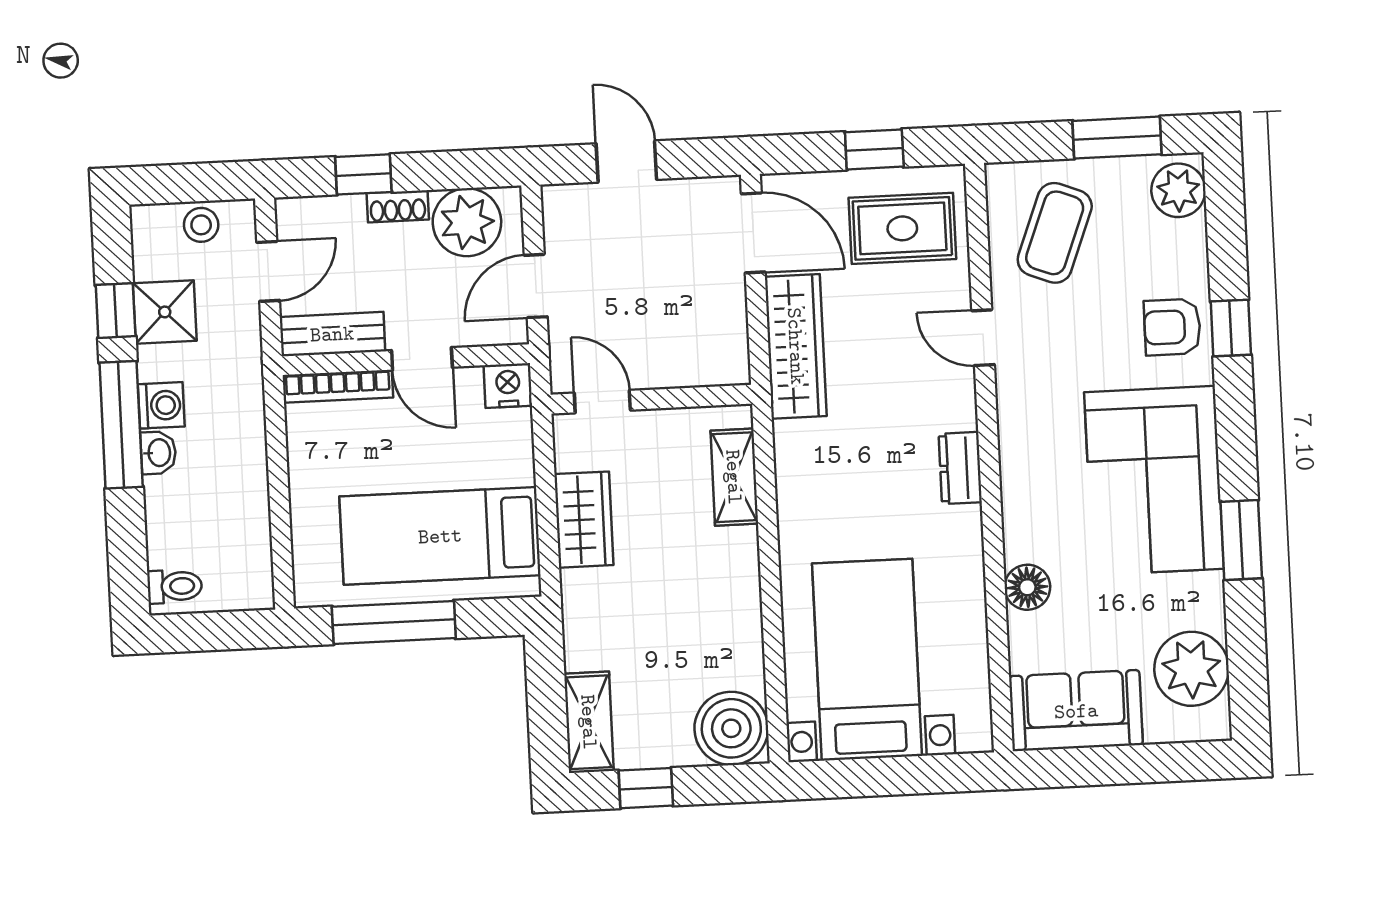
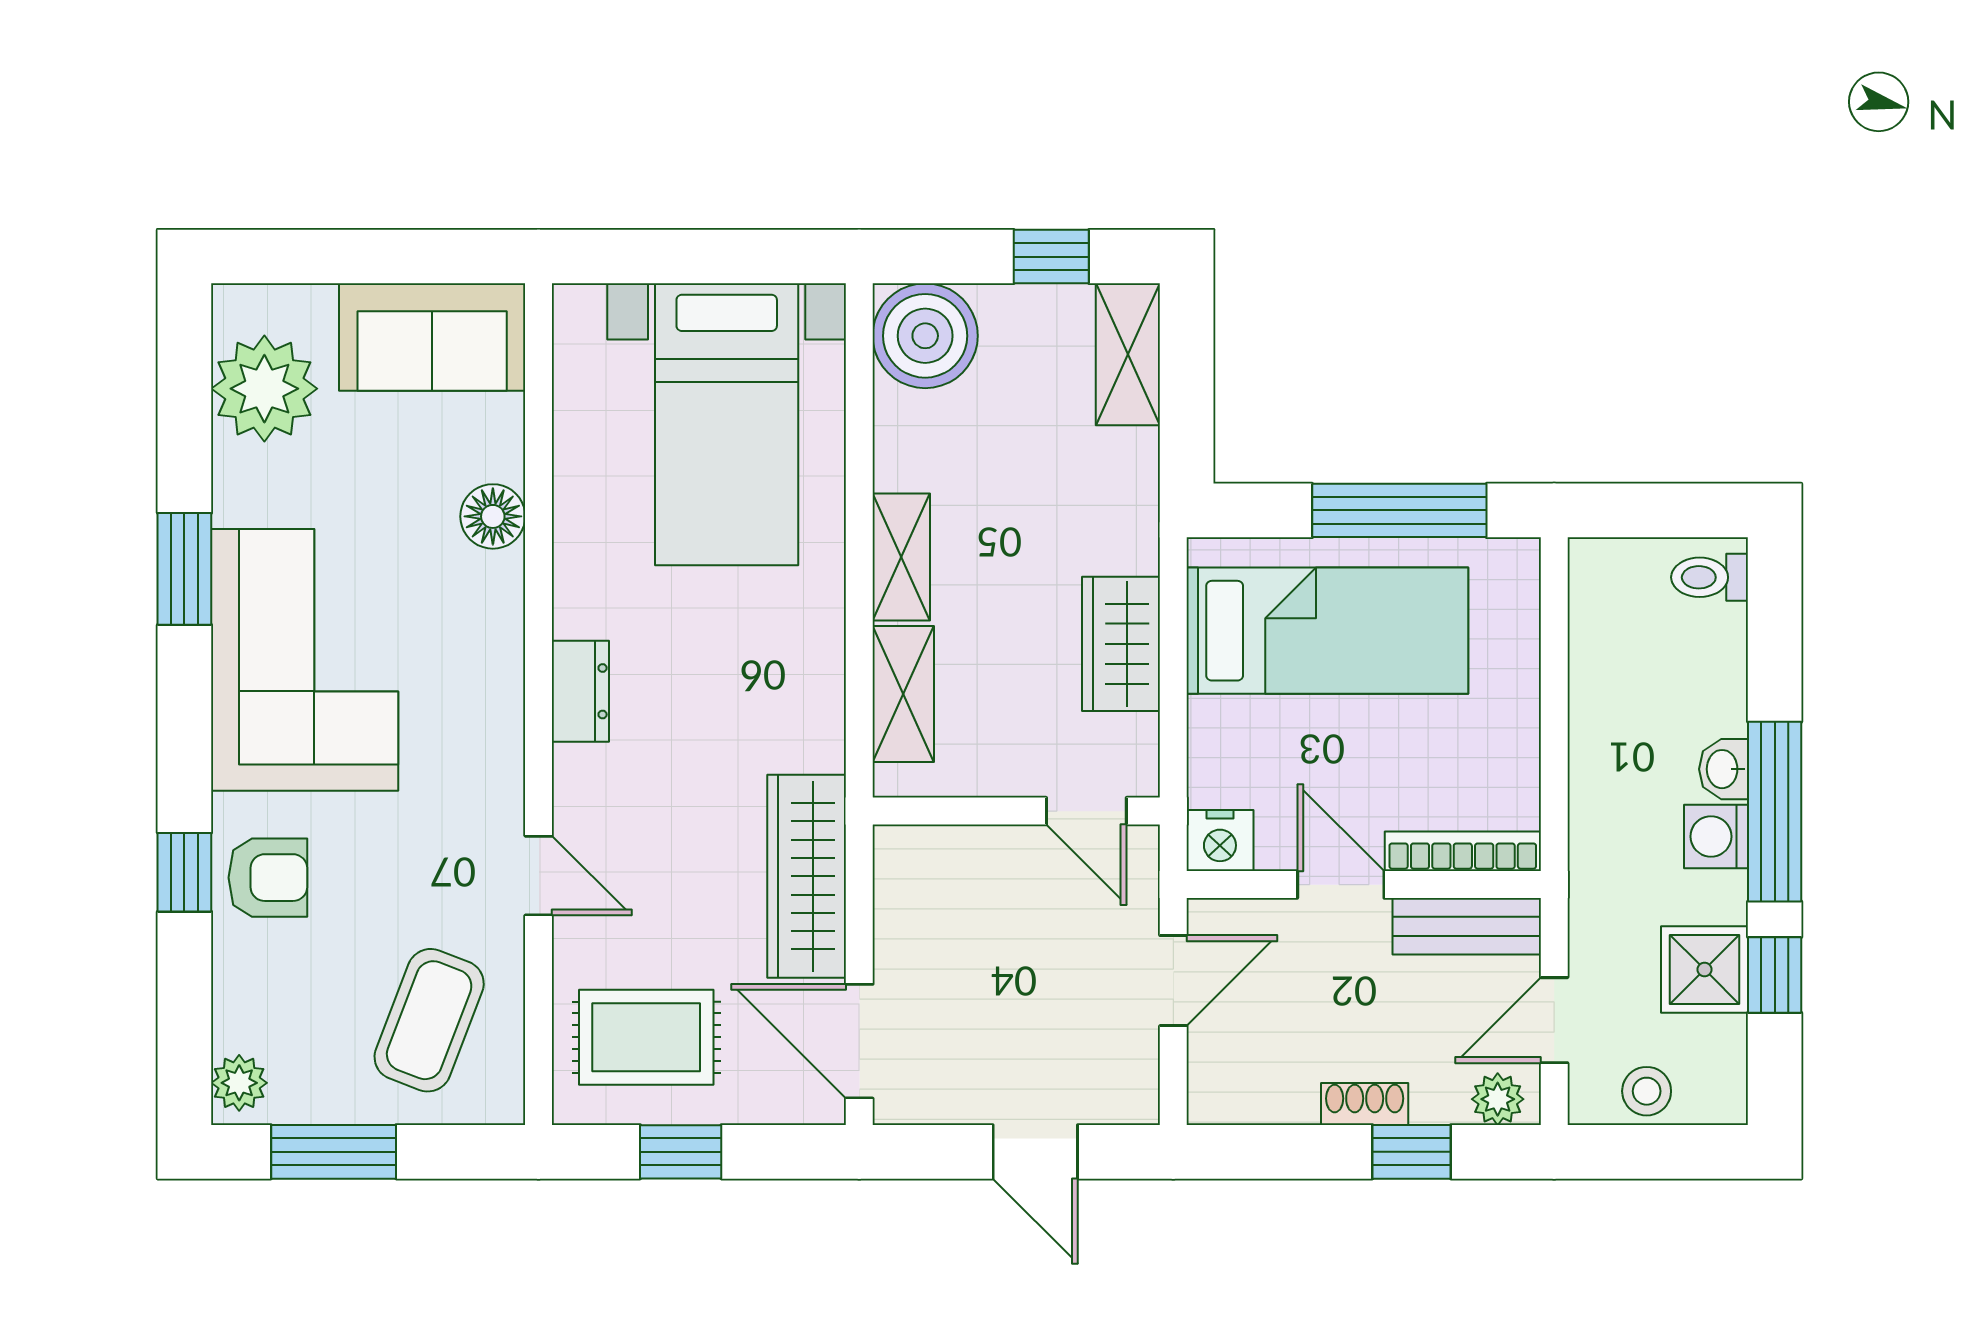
plant: (1178, 190) -> (239, 1083), width x0.73, depth x0.73
plant: (467, 222) -> (1498, 1099), moved, width x0.53, depth x0.53
shelving: (740, 573) -> (901, 557), added

